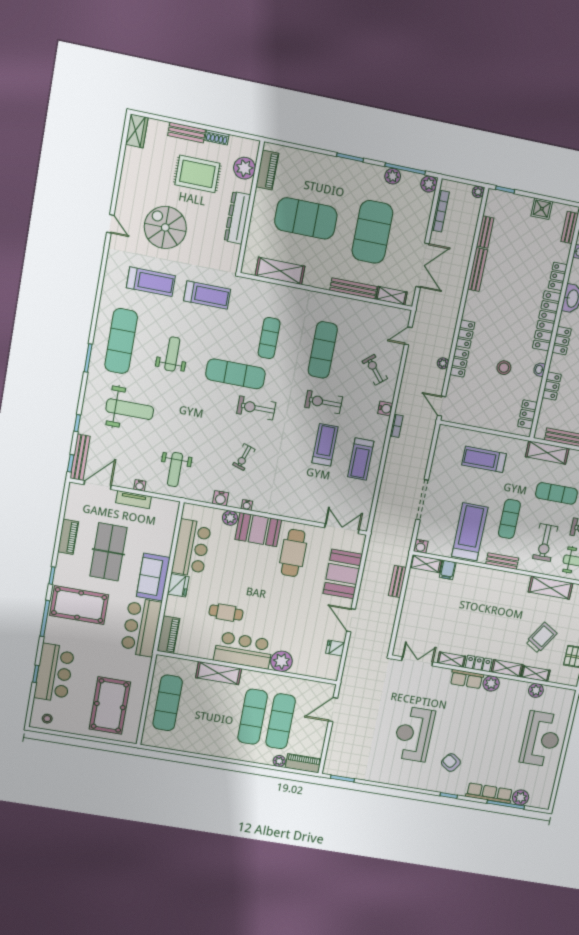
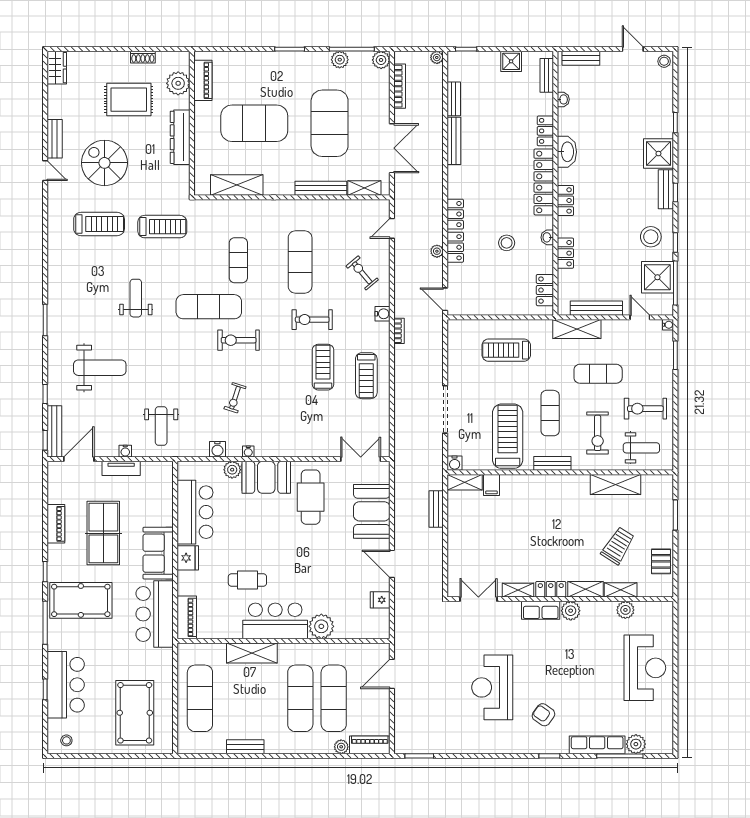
bench: (187, 132) -> (55, 139), moved, turned 90
exercise mat: (121, 341) -> (78, 294), removed
bench: (199, 748) -> (245, 747), added

